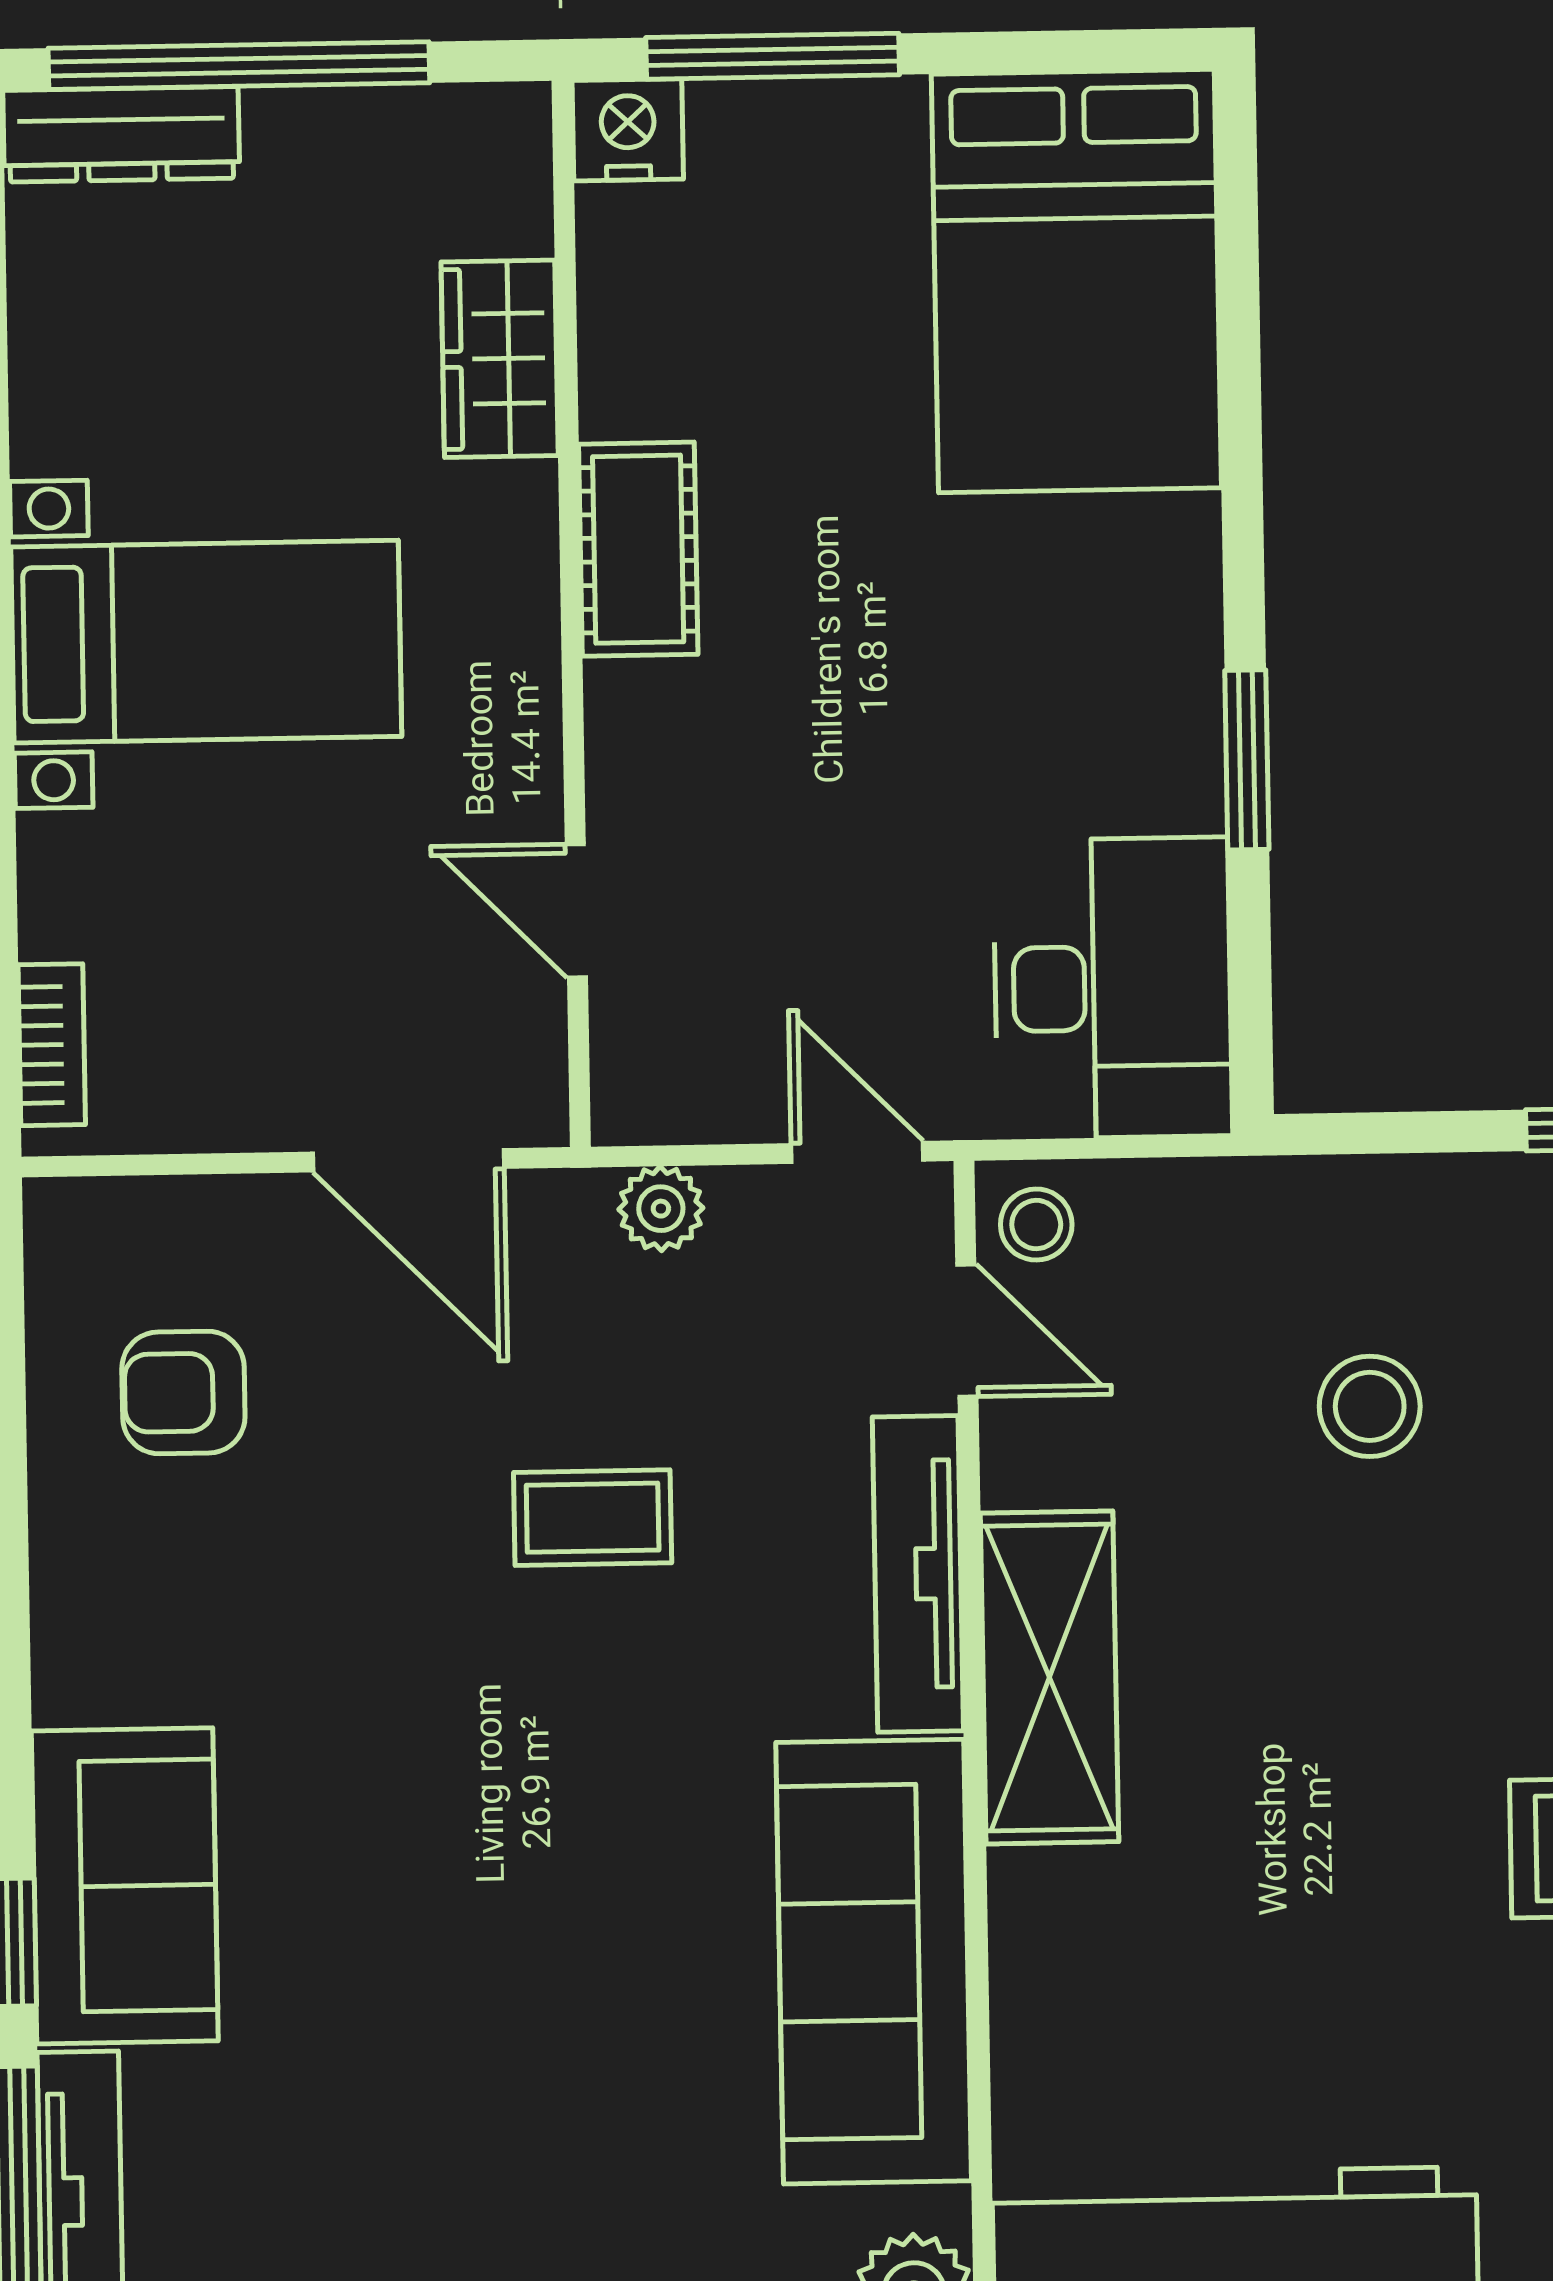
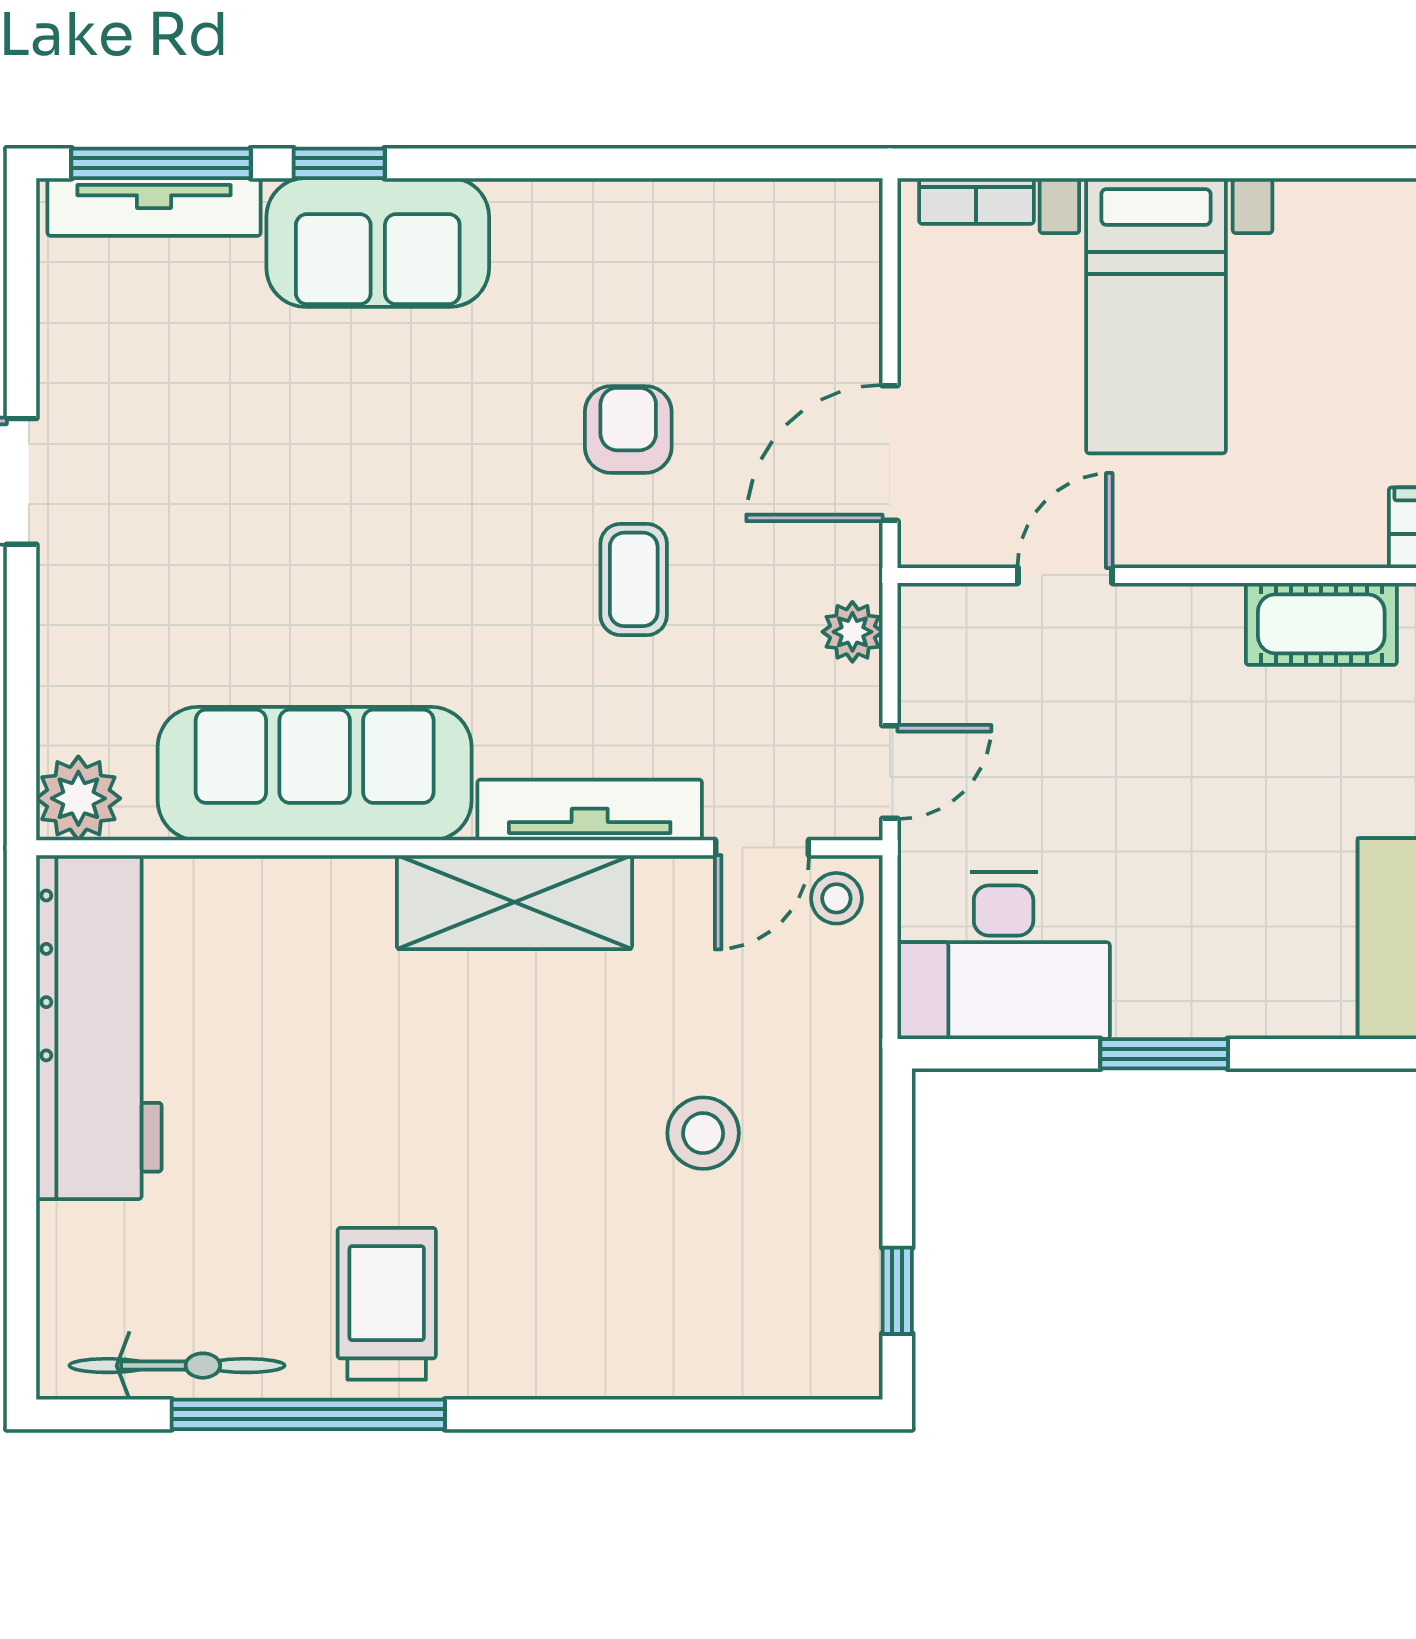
bed with nightstands: (206, 642) -> (1156, 316), moved
armchair: (183, 1392) -> (628, 429), moved

